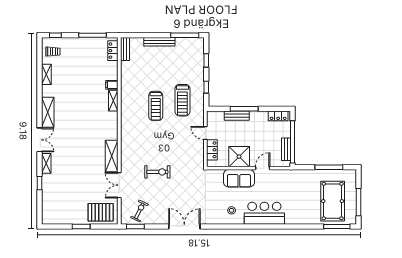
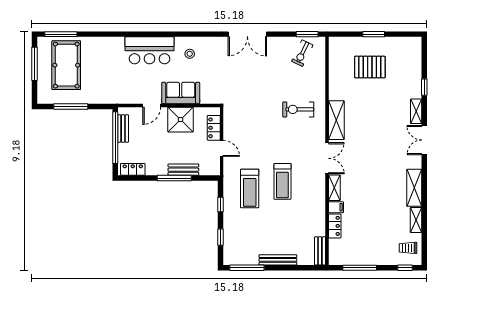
locker: (113, 51) -> (335, 226), moved
treadmill: (182, 100) -> (250, 189), turned 180
treadmill: (156, 106) -> (282, 181), turned 180
shelving: (48, 112) -> (414, 188), moved
exercise bike: (157, 172) -> (298, 109), moved
double door: (119, 185) -> (327, 158), moved
pallet: (101, 212) -> (370, 67), moved

